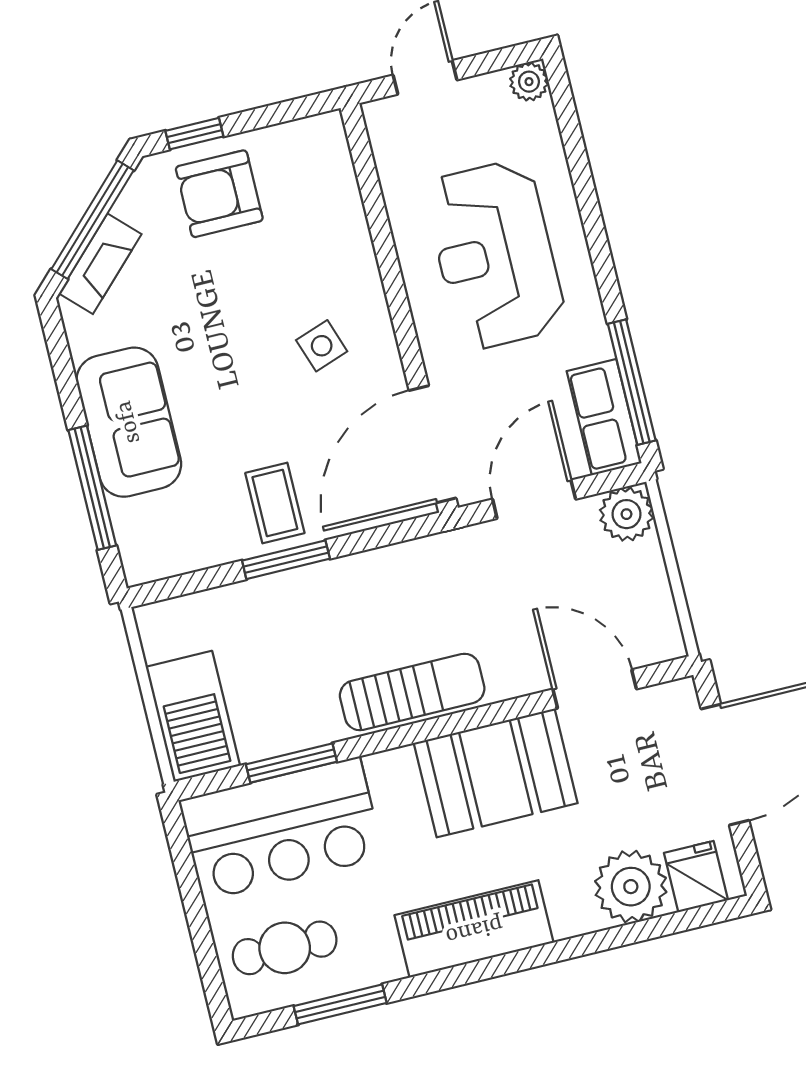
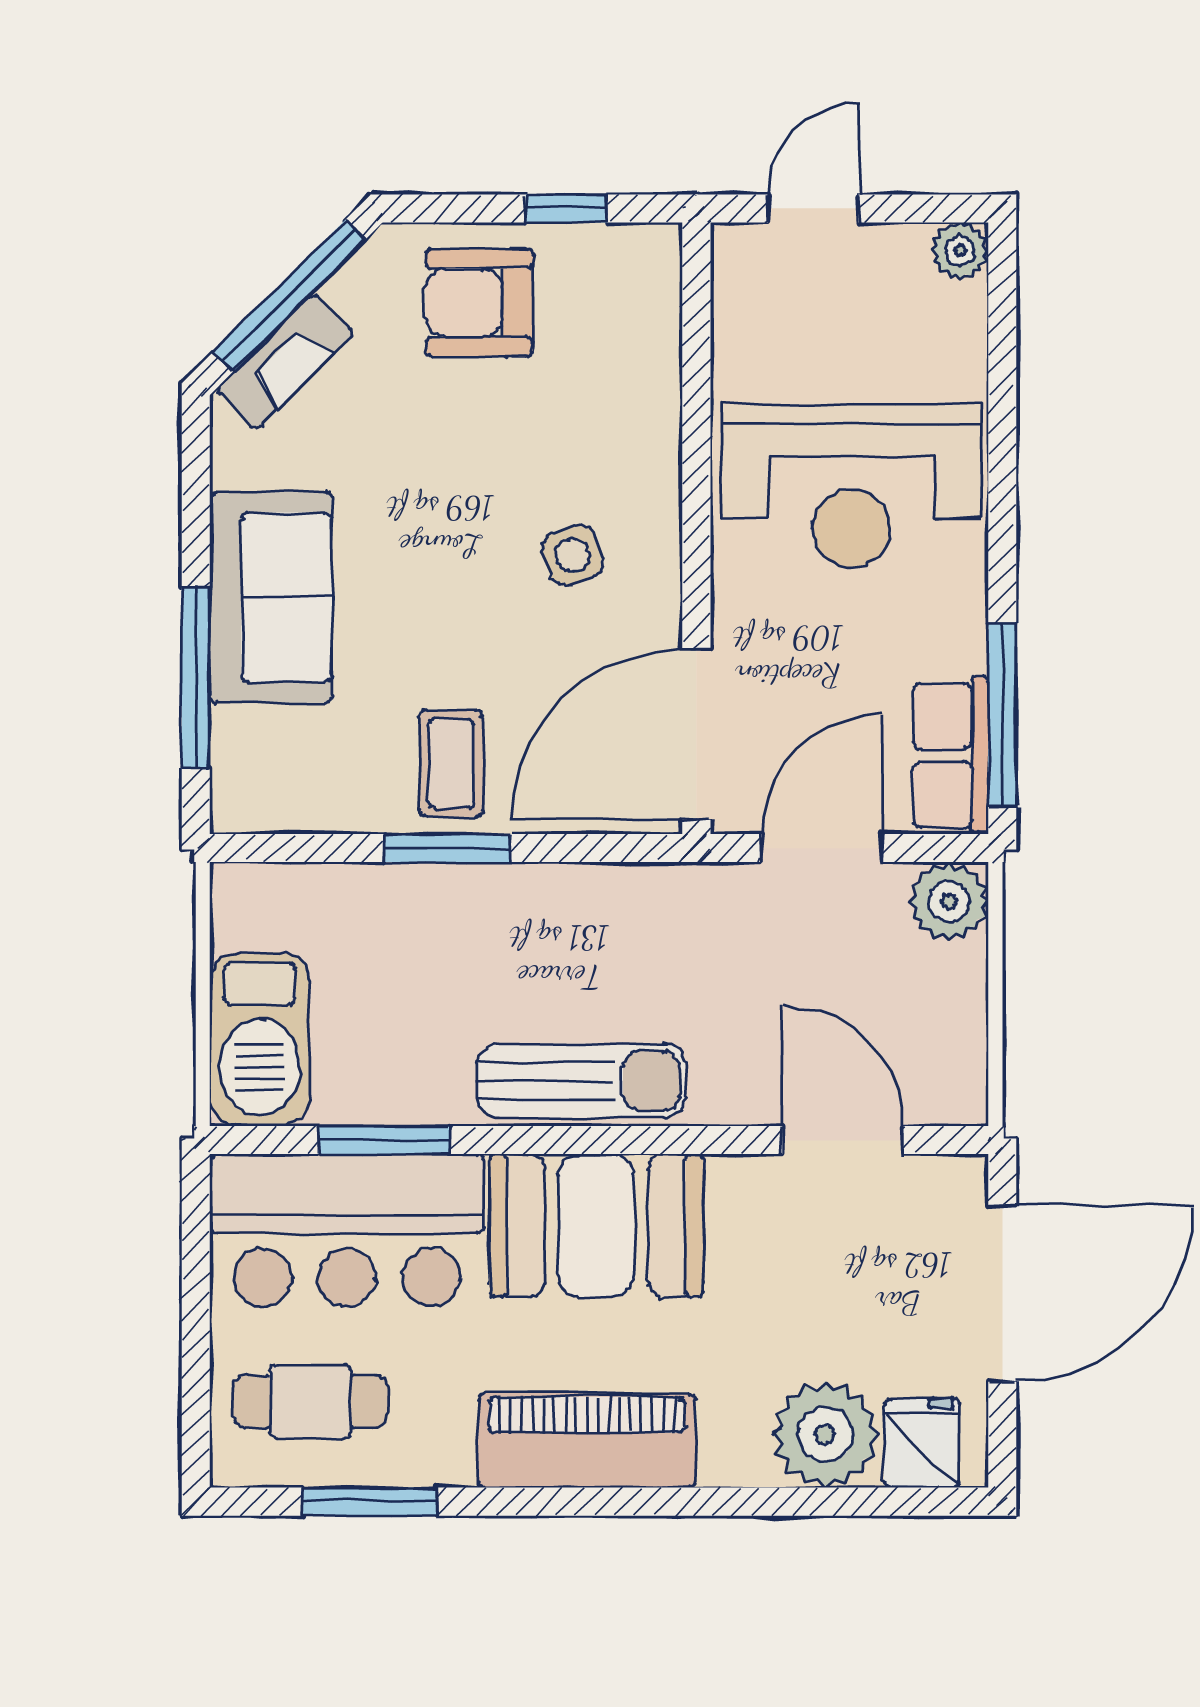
window: (194, 134) -> (566, 208), moved
reception desk: (495, 255) -> (851, 486), turned -90
booth: (496, 773) -> (596, 1225), moved

